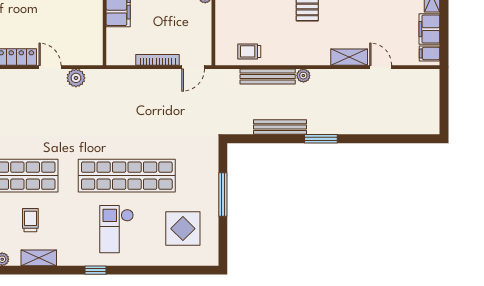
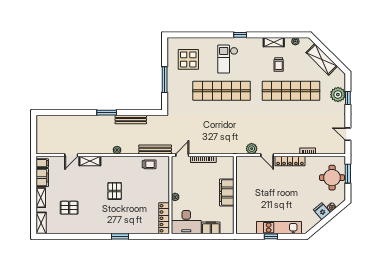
door: (381, 67) -> (71, 155), hinge flipped
bench: (268, 77) -> (155, 149), moved
checkout: (116, 229) -> (228, 59), turned 180

